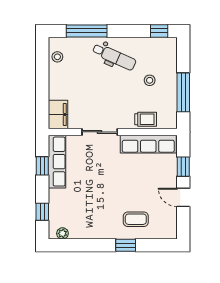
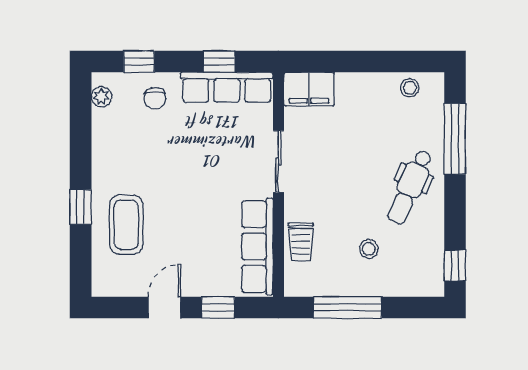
chair: (63, 203) -> (155, 98), added
coffee table: (136, 219) -> (126, 225), width x1.36, depth x1.30

